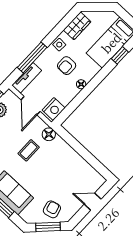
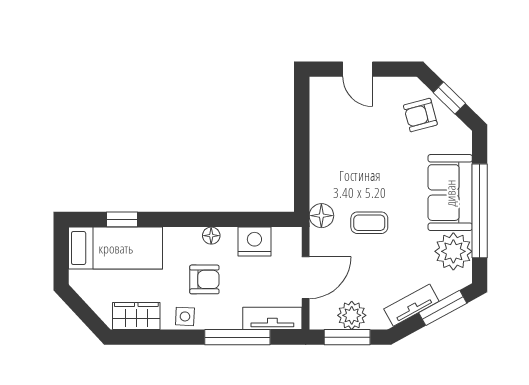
nightstand: (54, 109) -> (254, 242), moved
window: (48, 227) -> (449, 98), width x0.67

